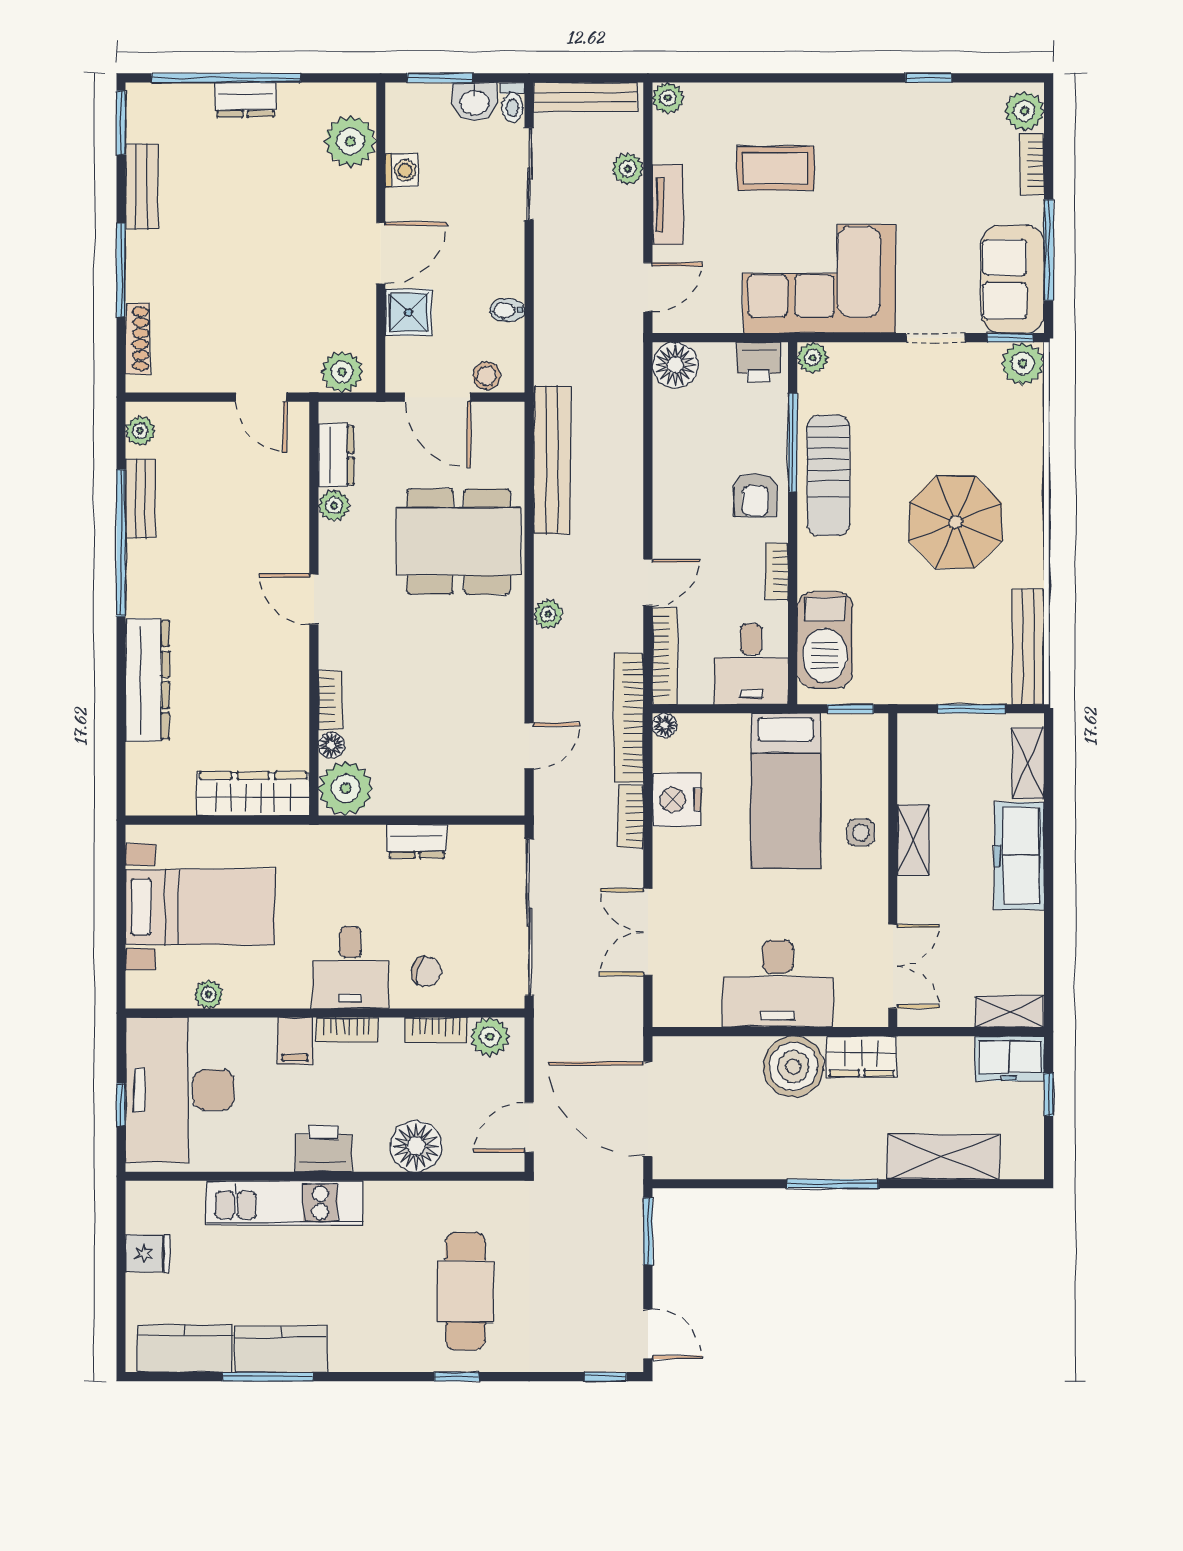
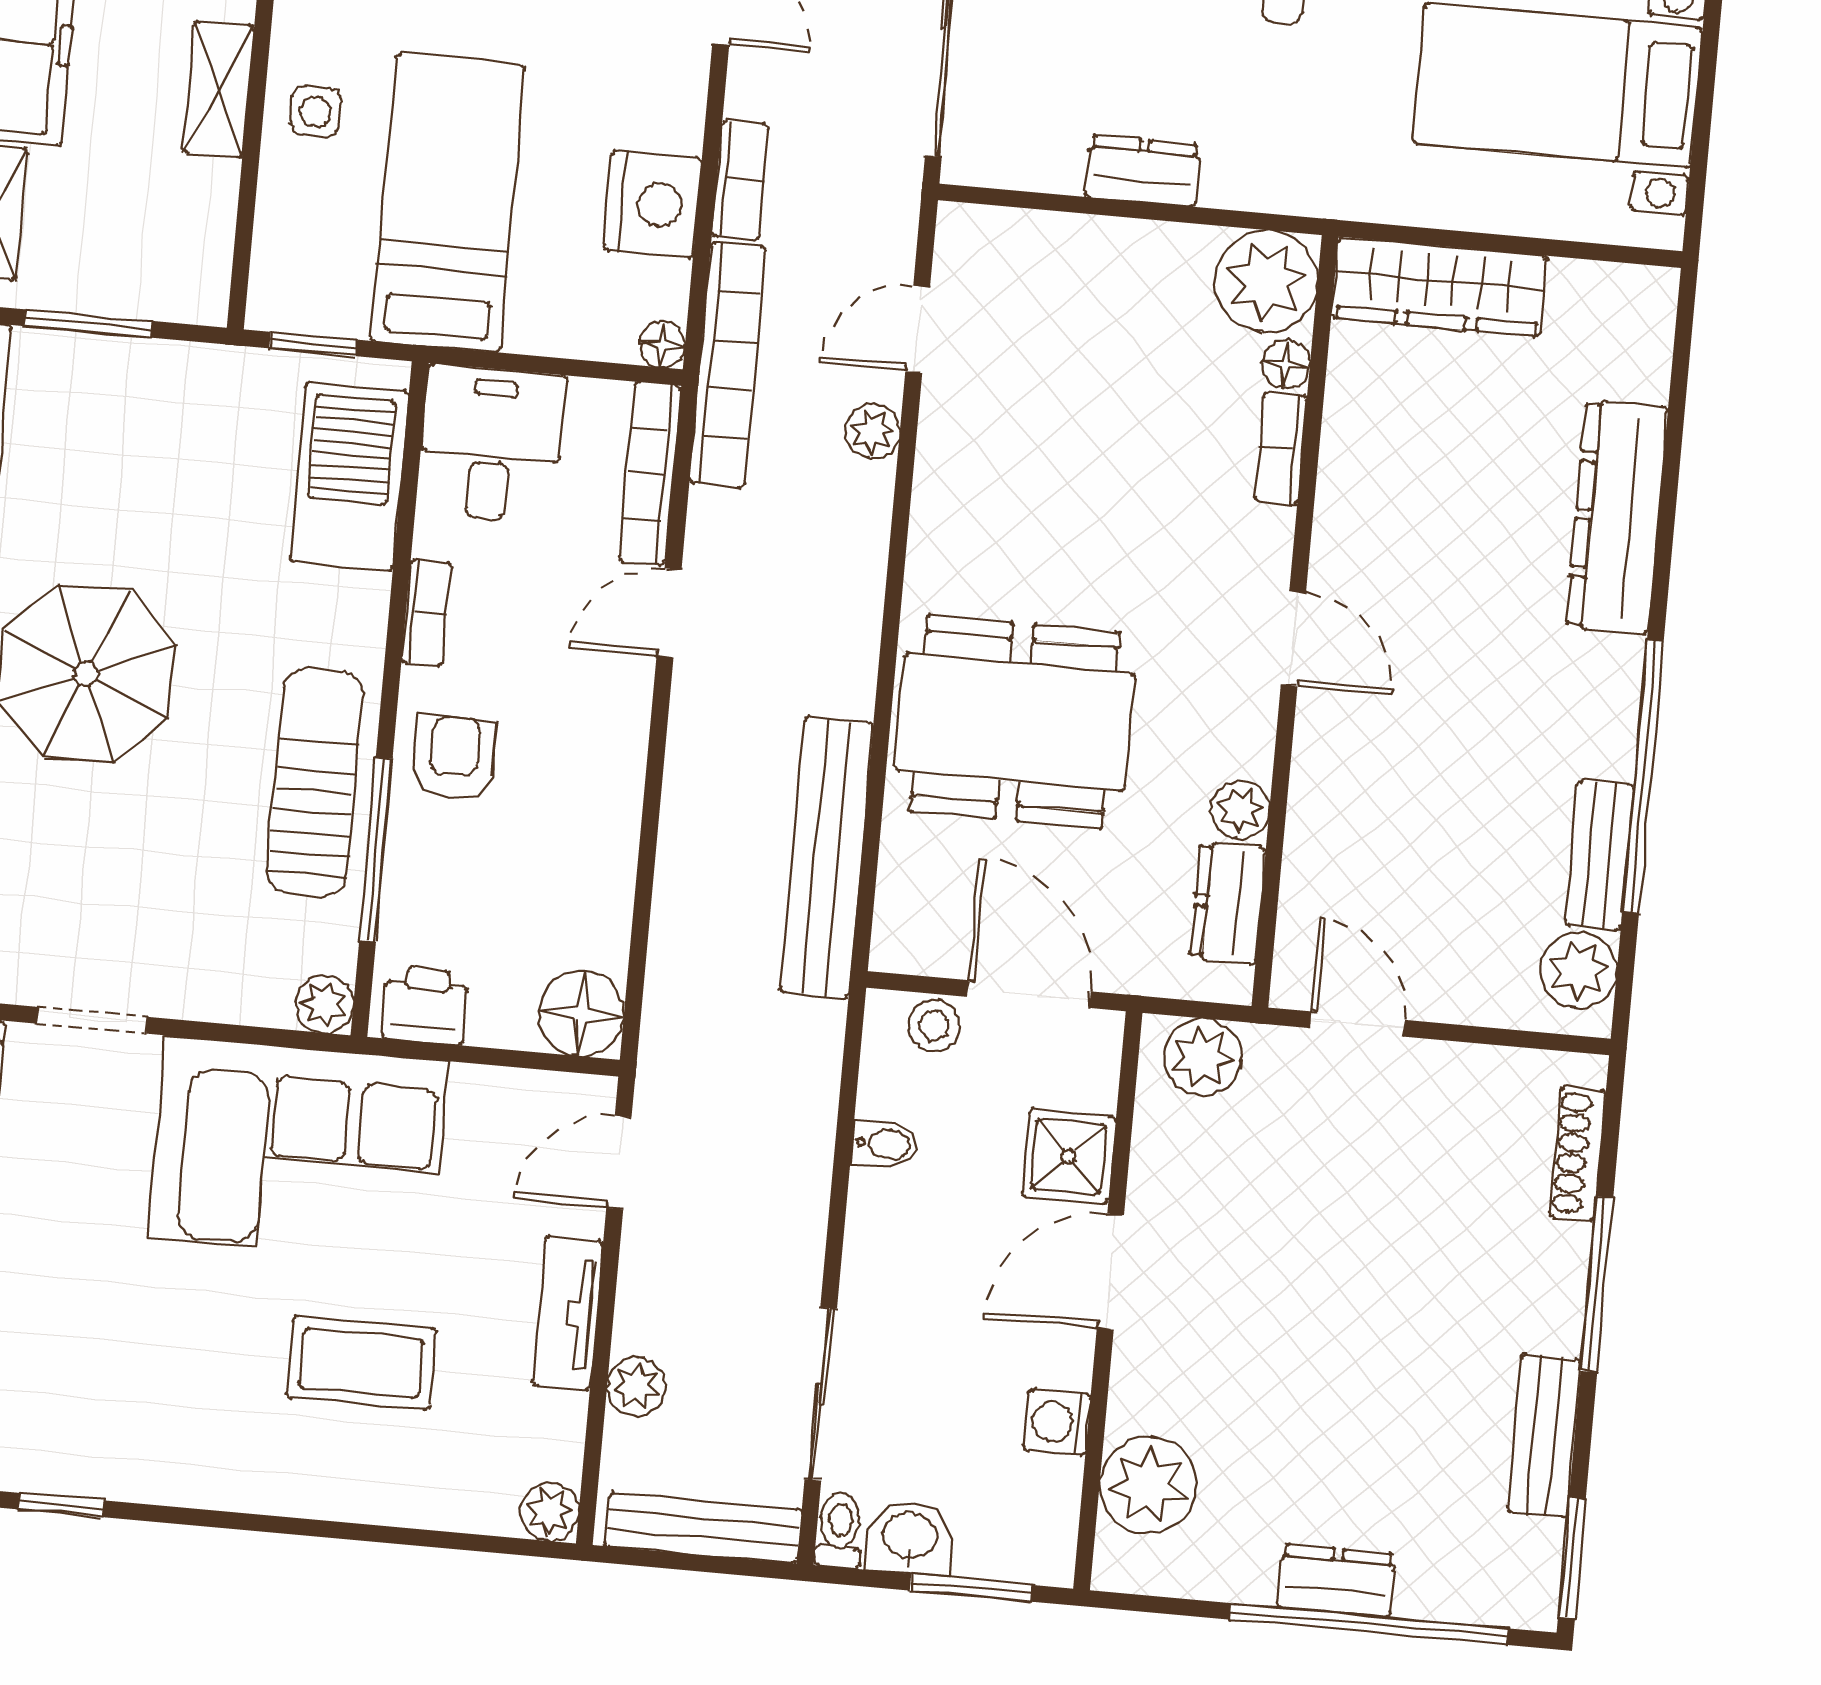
plant: (140, 431) -> (1579, 971), width x1.38, depth x1.38
plant: (548, 614) -> (873, 431), moved

